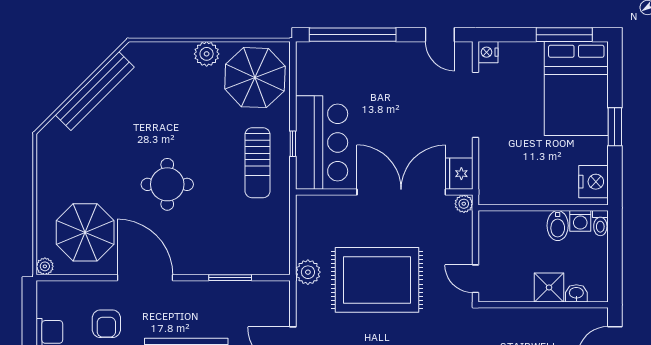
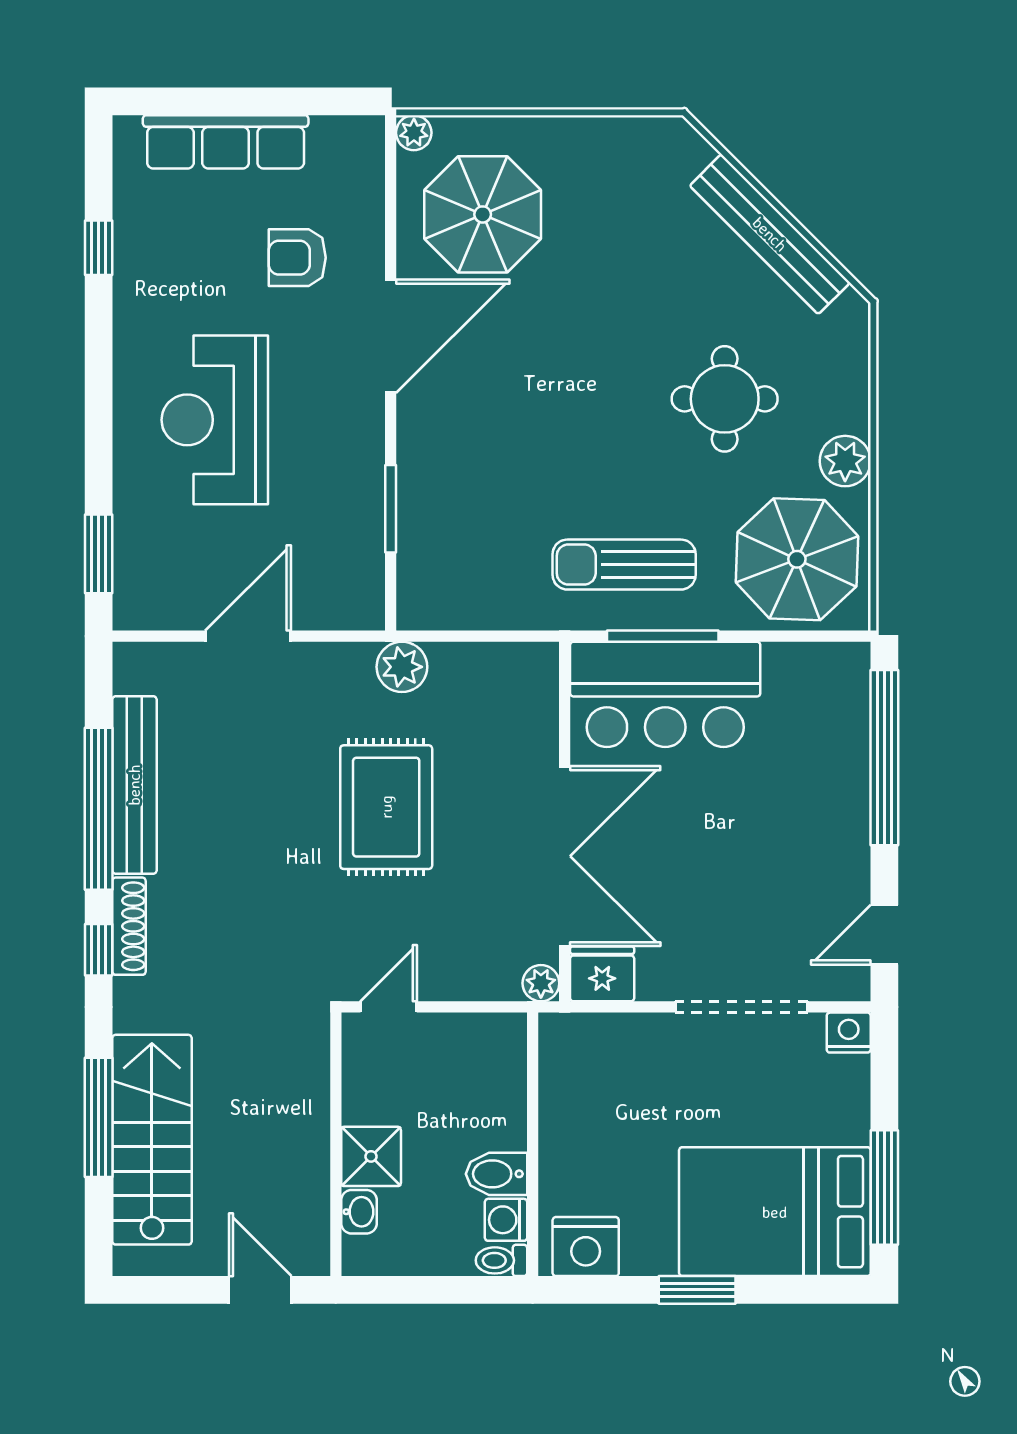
window: (293, 144) -> (663, 636), width x2.17
round table: (167, 184) -> (725, 399), moved
rug: (377, 280) -> (386, 807), width x0.73, depth x0.69

